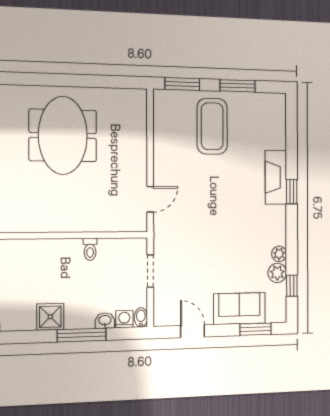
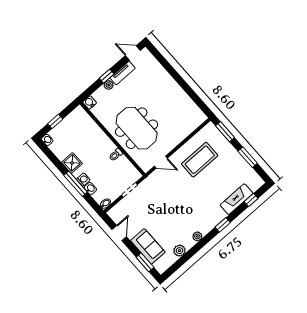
coffee table: (212, 126) -> (200, 160), moved
meeting table: (63, 135) -> (137, 128), moved, turned 90
fireplace: (276, 177) -> (237, 199), moved
plant: (279, 254) -> (197, 236), moved
window: (292, 286) -> (251, 200), moved
washing machine: (124, 319) -> (83, 180), moved

